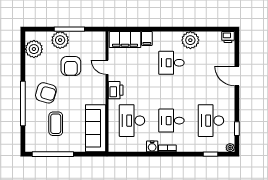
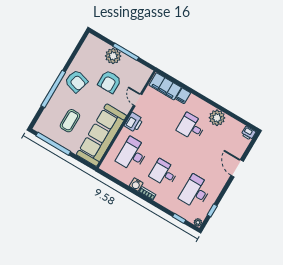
plant: (34, 49) -> (88, 51), removed
armchair: (46, 93) -> (76, 81), moved
sofa: (96, 128) -> (102, 135), width x1.36, depth x1.27

